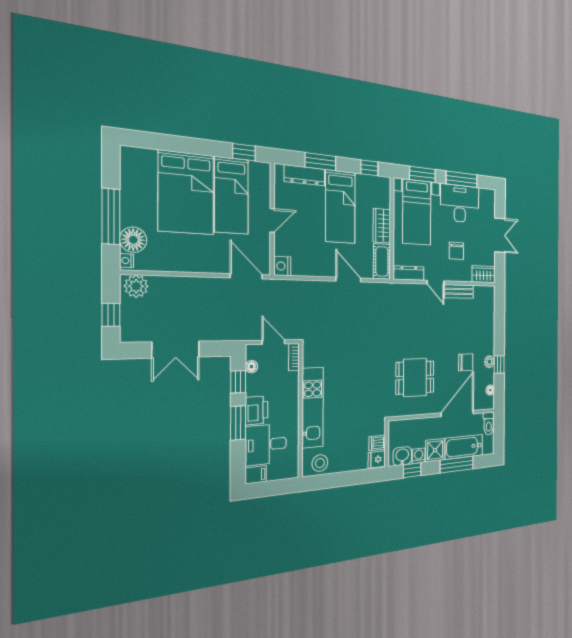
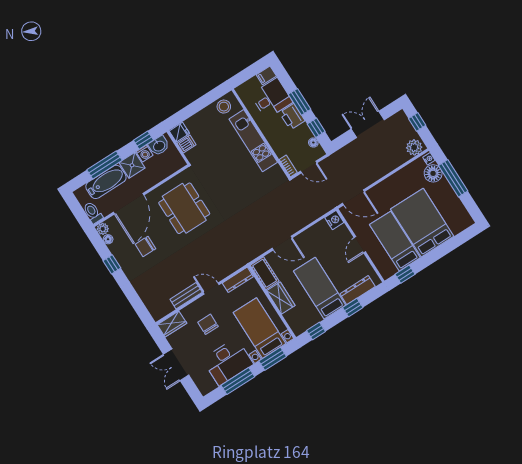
window: (320, 162) -> (353, 308), width x0.67
plant: (489, 362) -> (103, 229), moved
dining table: (415, 377) -> (184, 208), width x1.38

